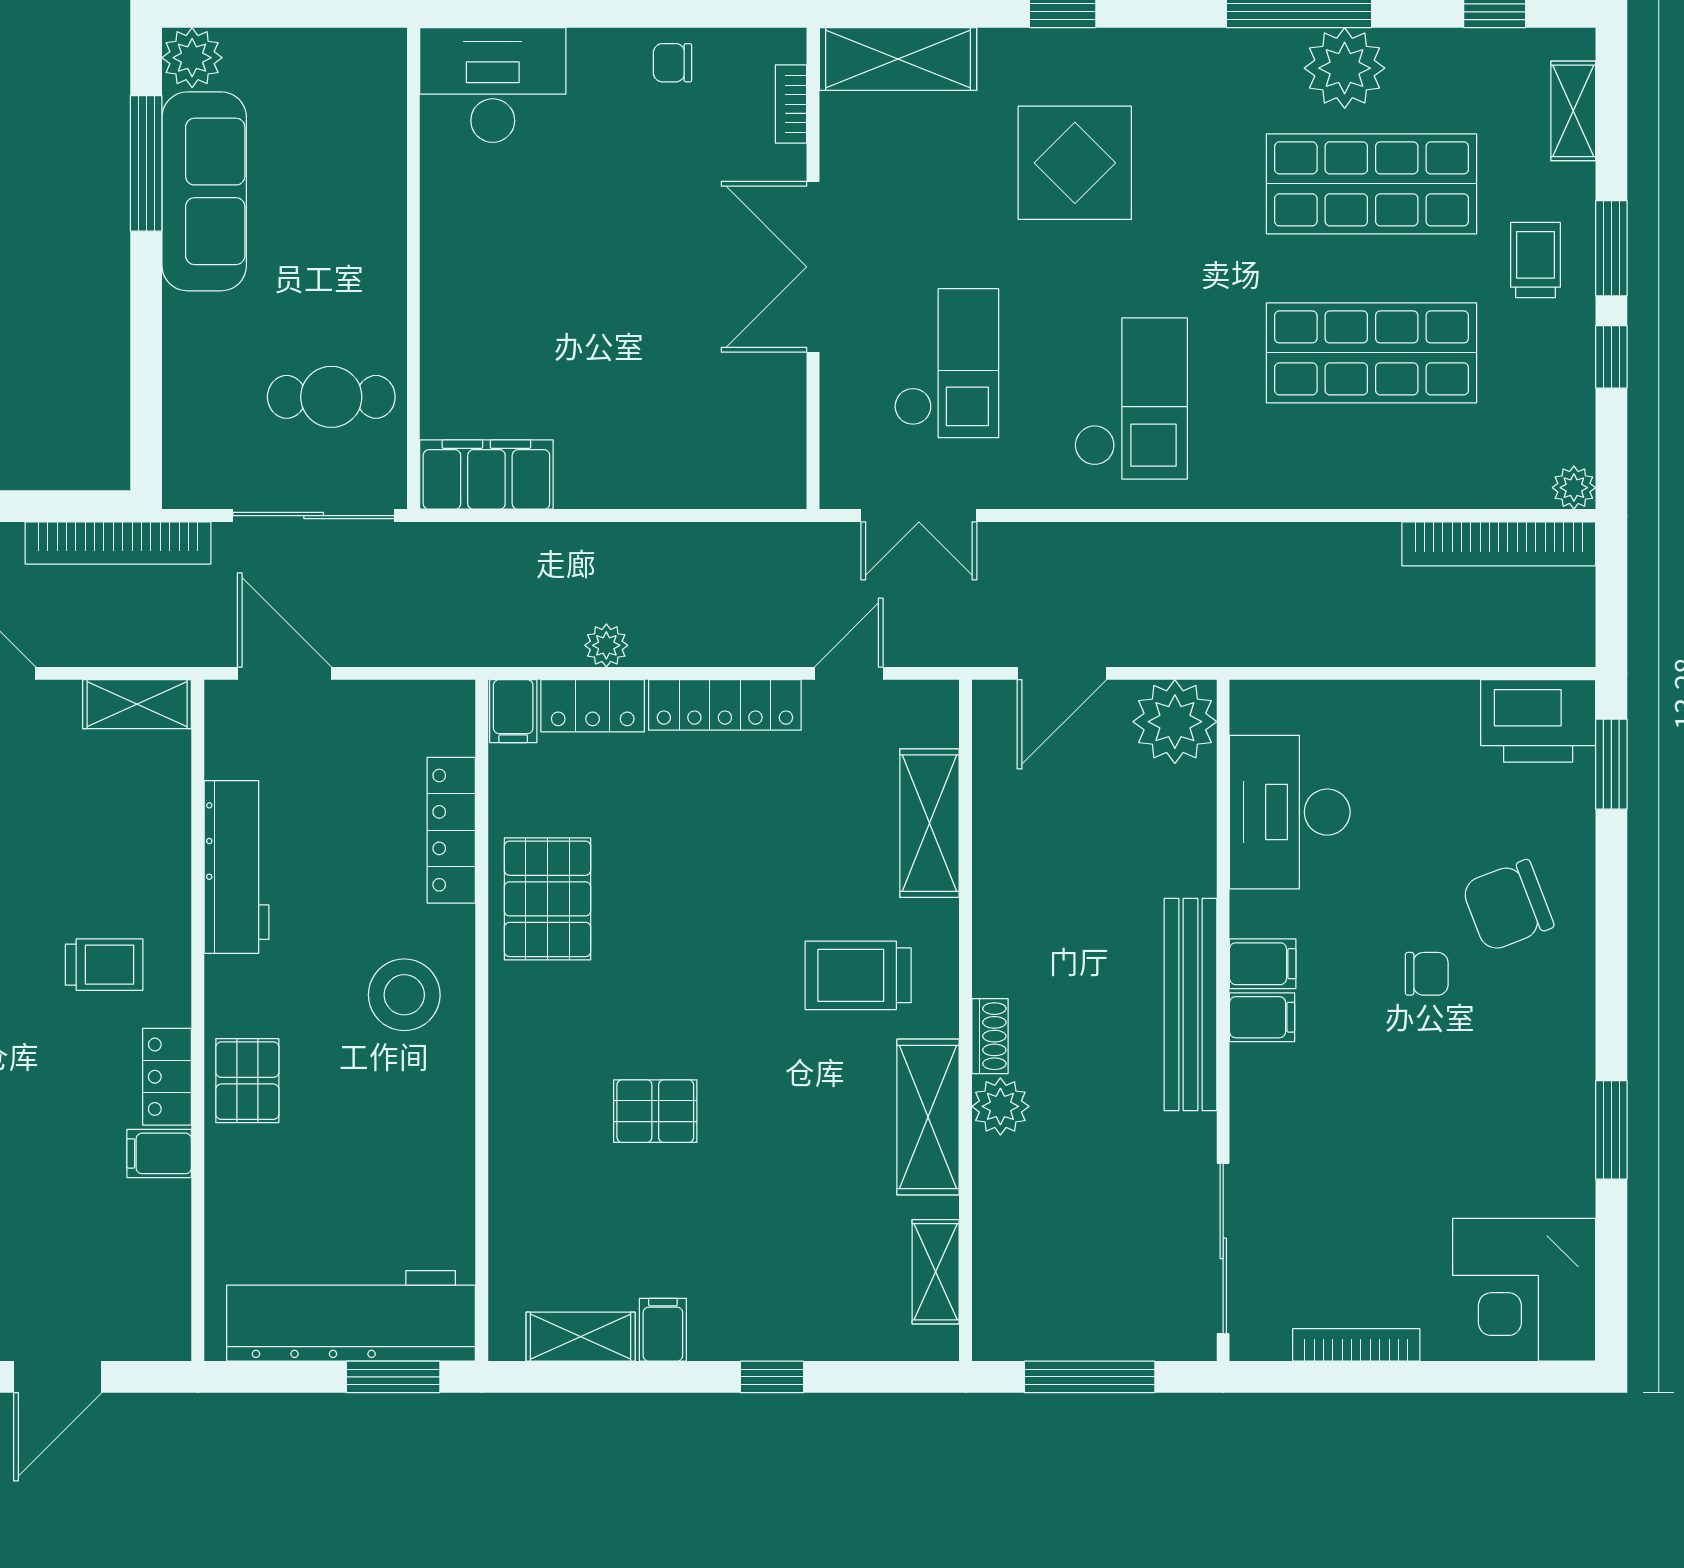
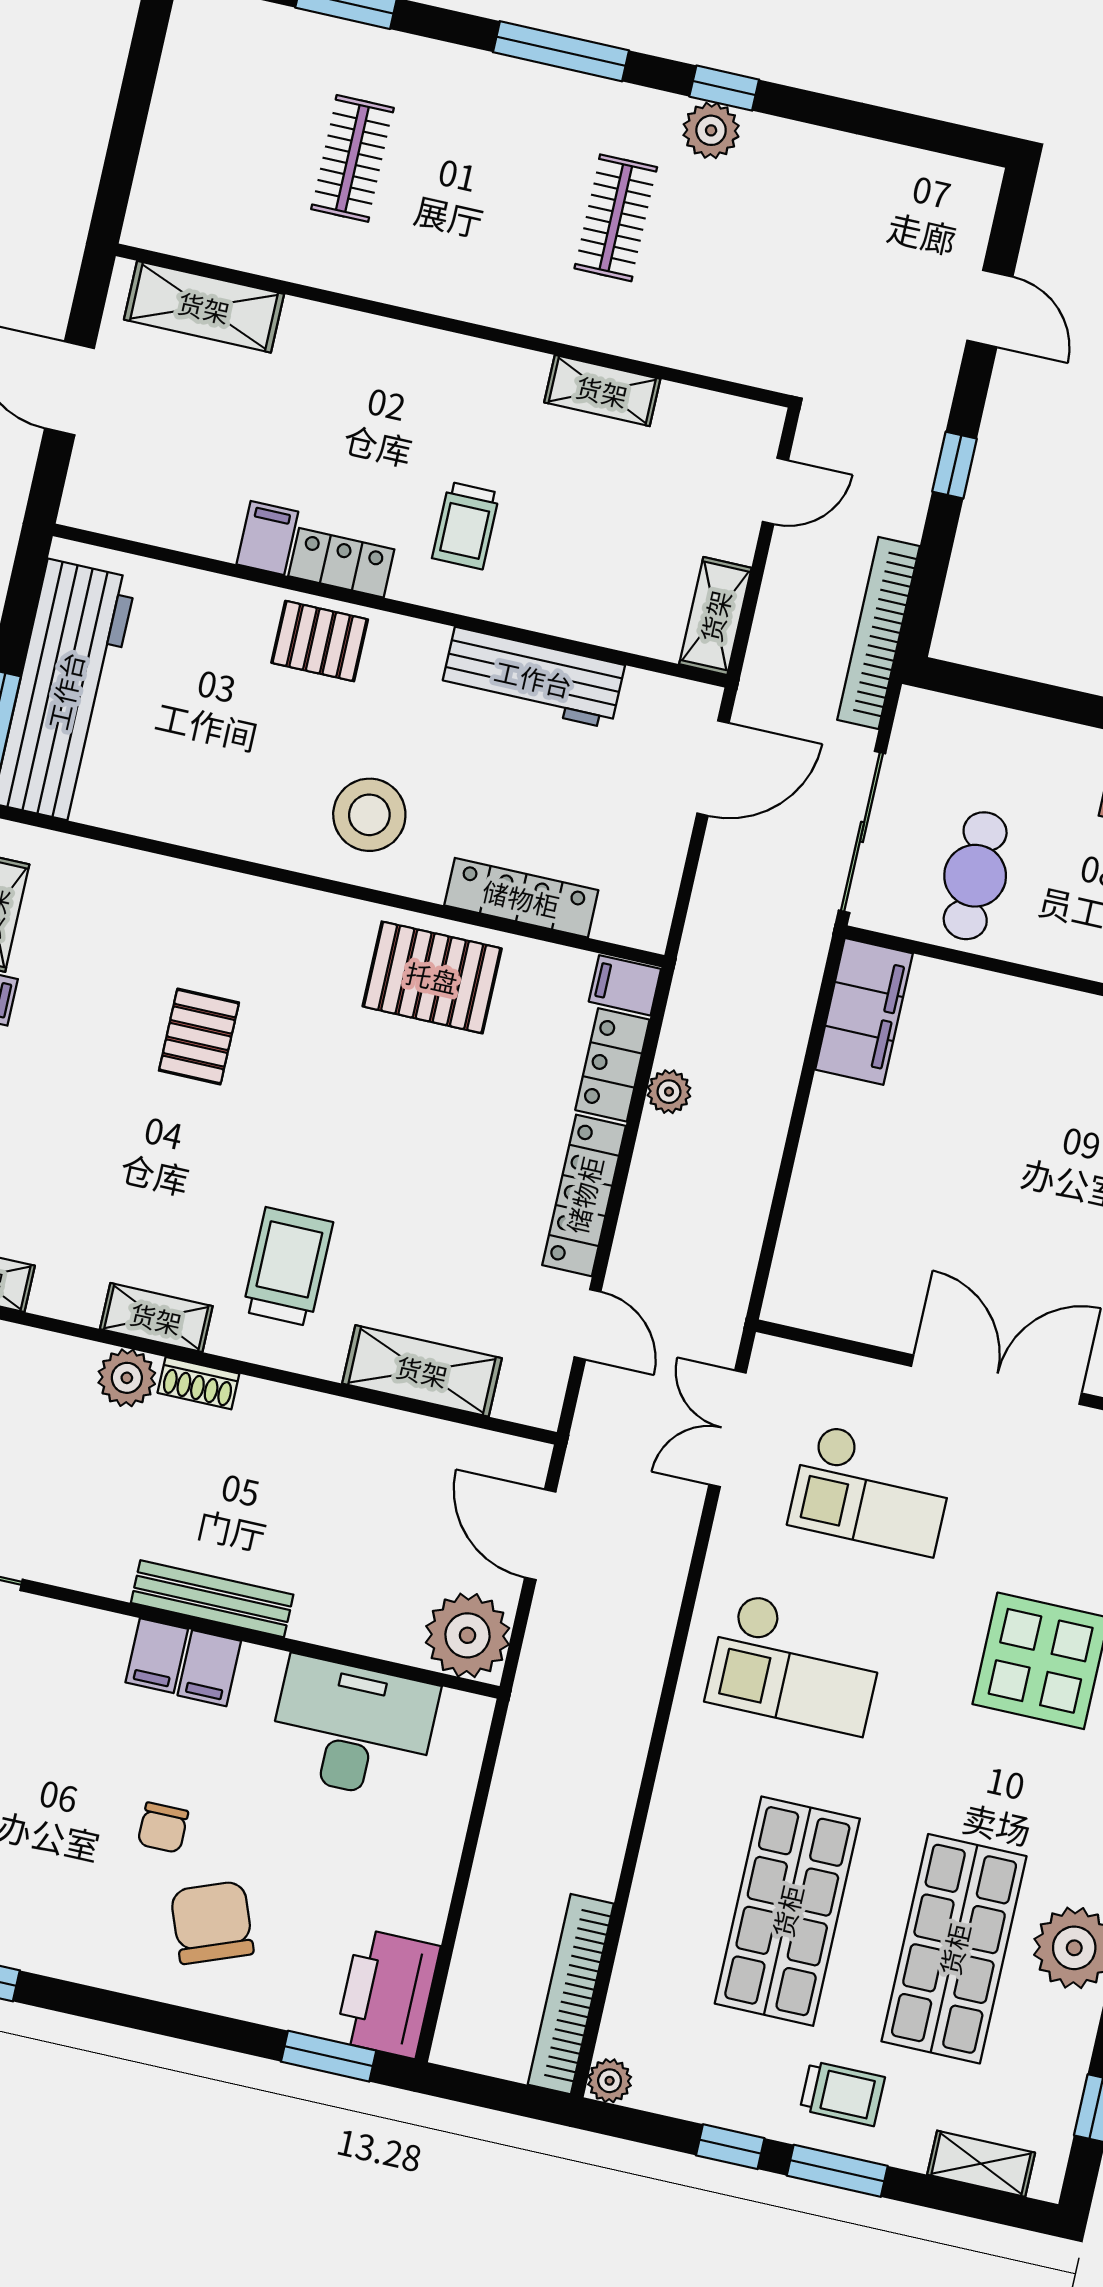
bench: (1190, 1005) -> (212, 1599), width x0.73, depth x0.82
shelving: (928, 1117) -> (156, 1318), width x0.67, depth x0.75

